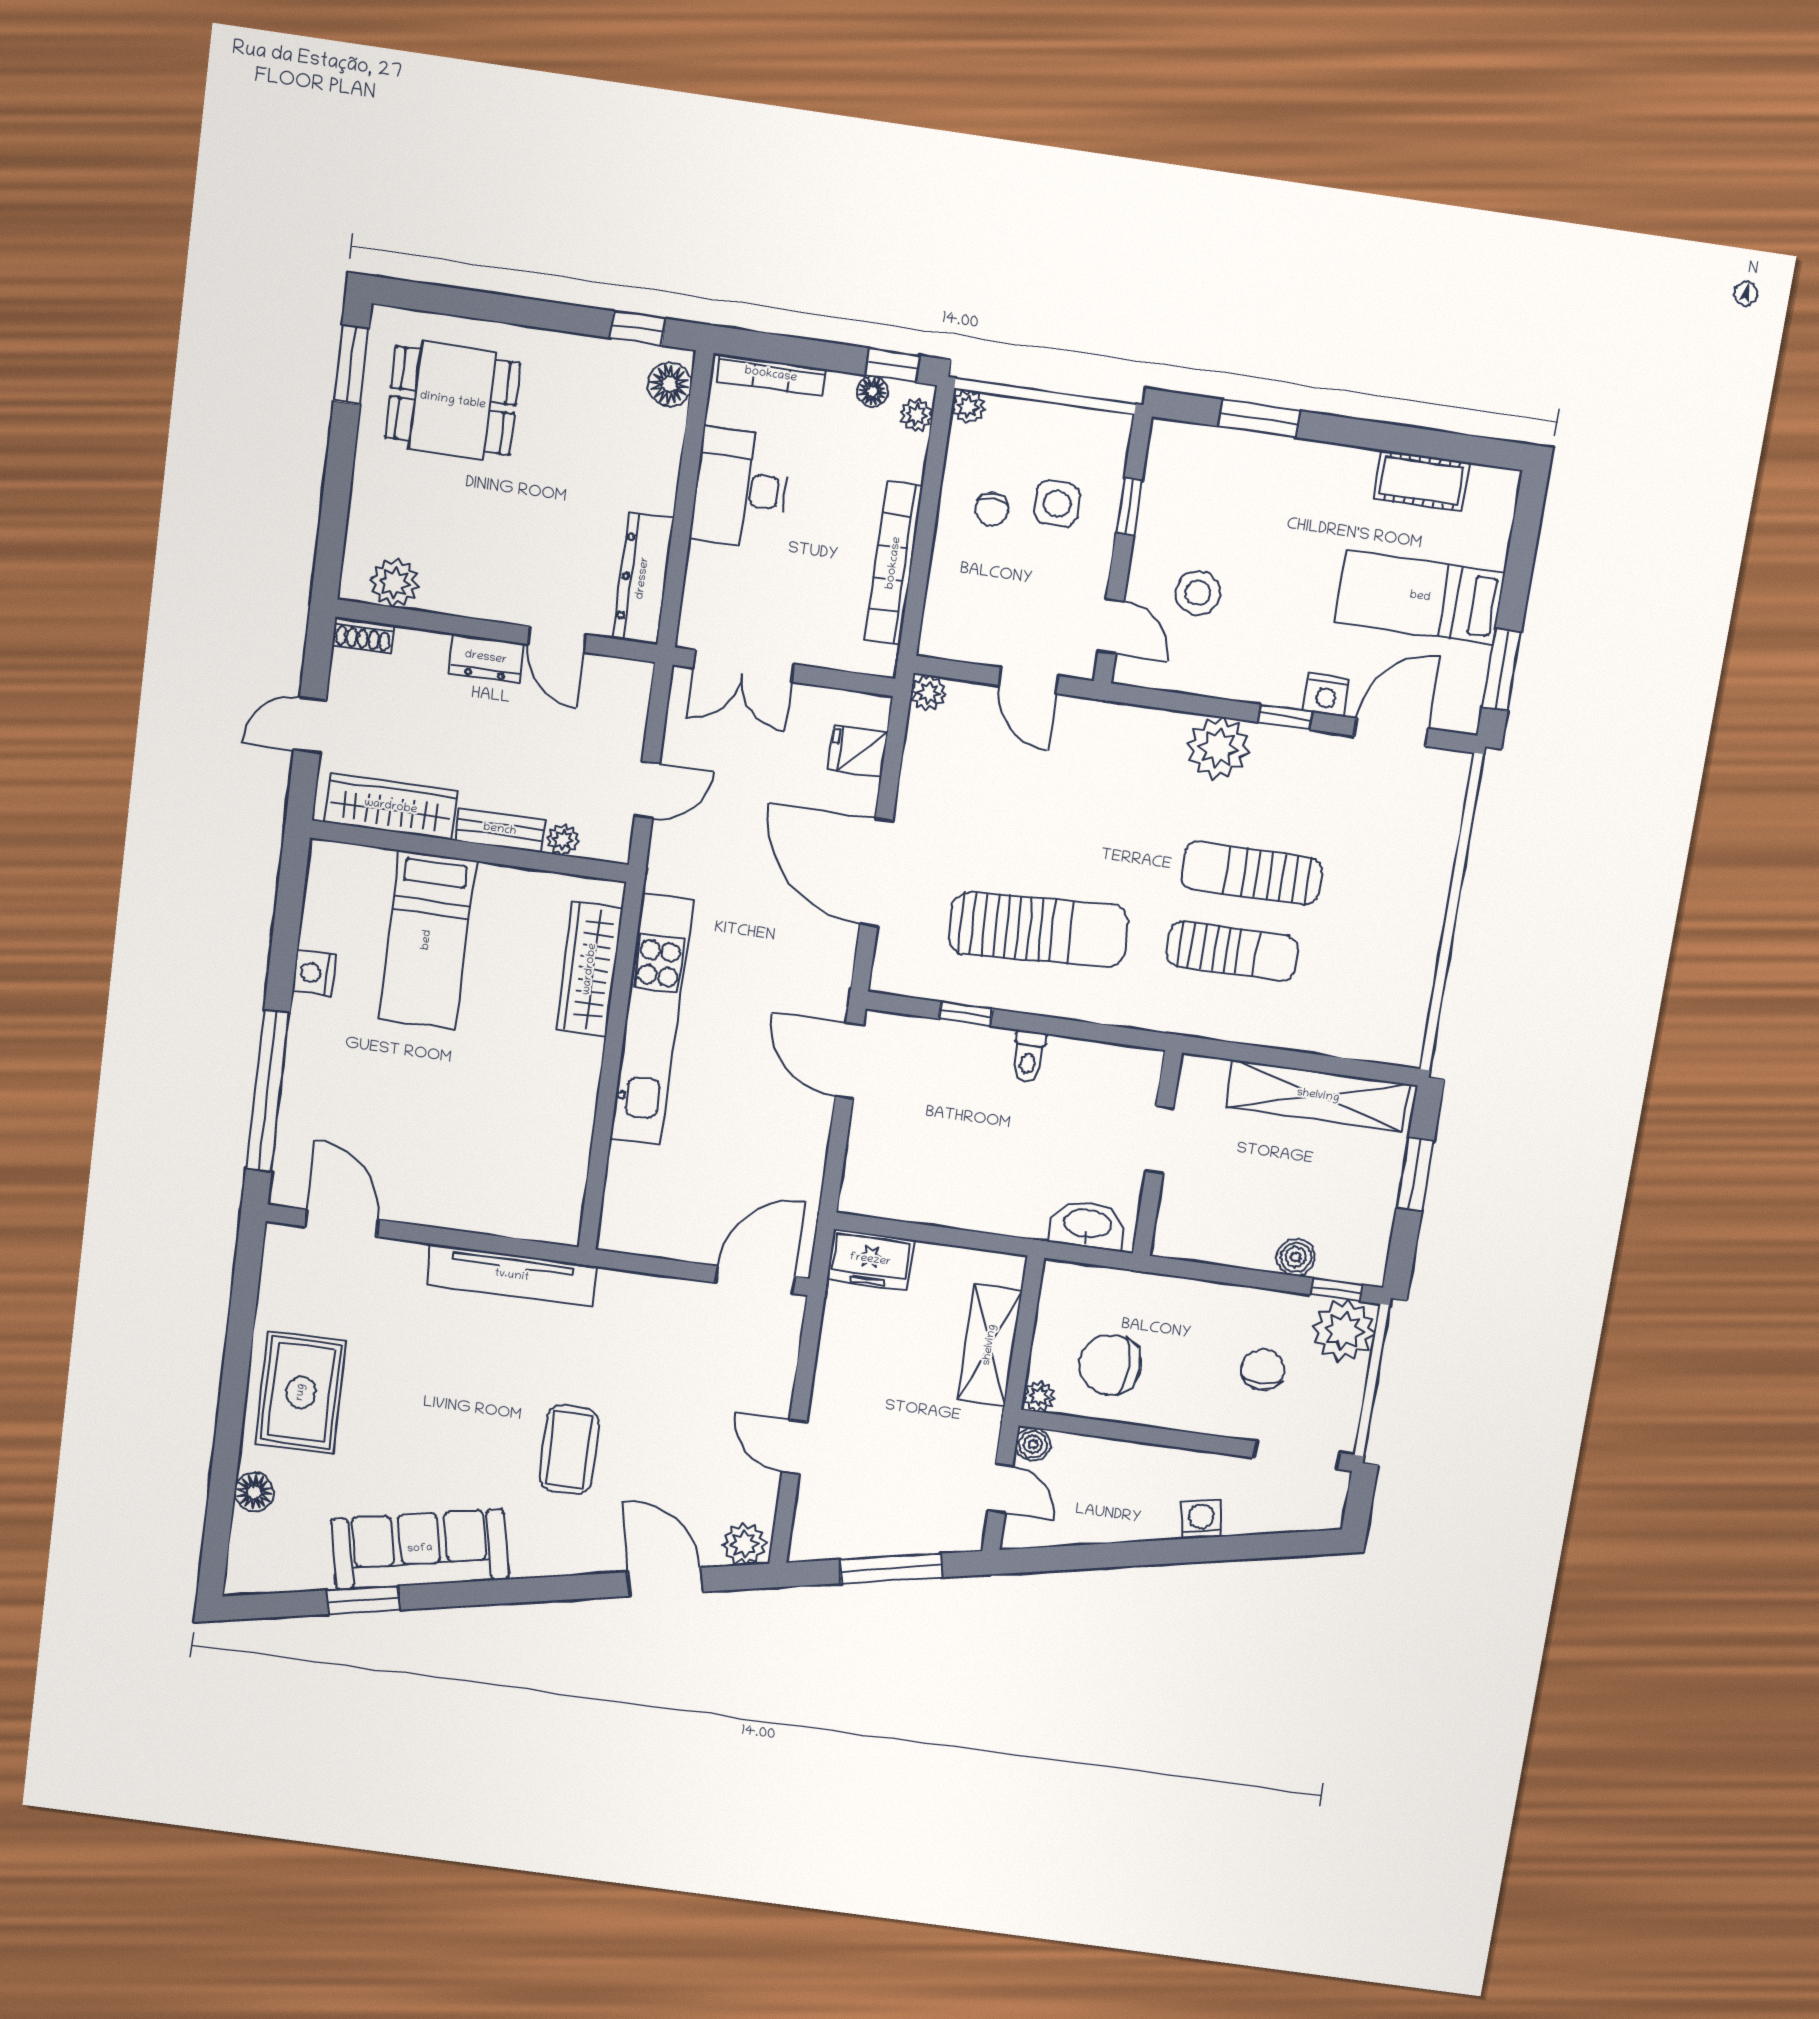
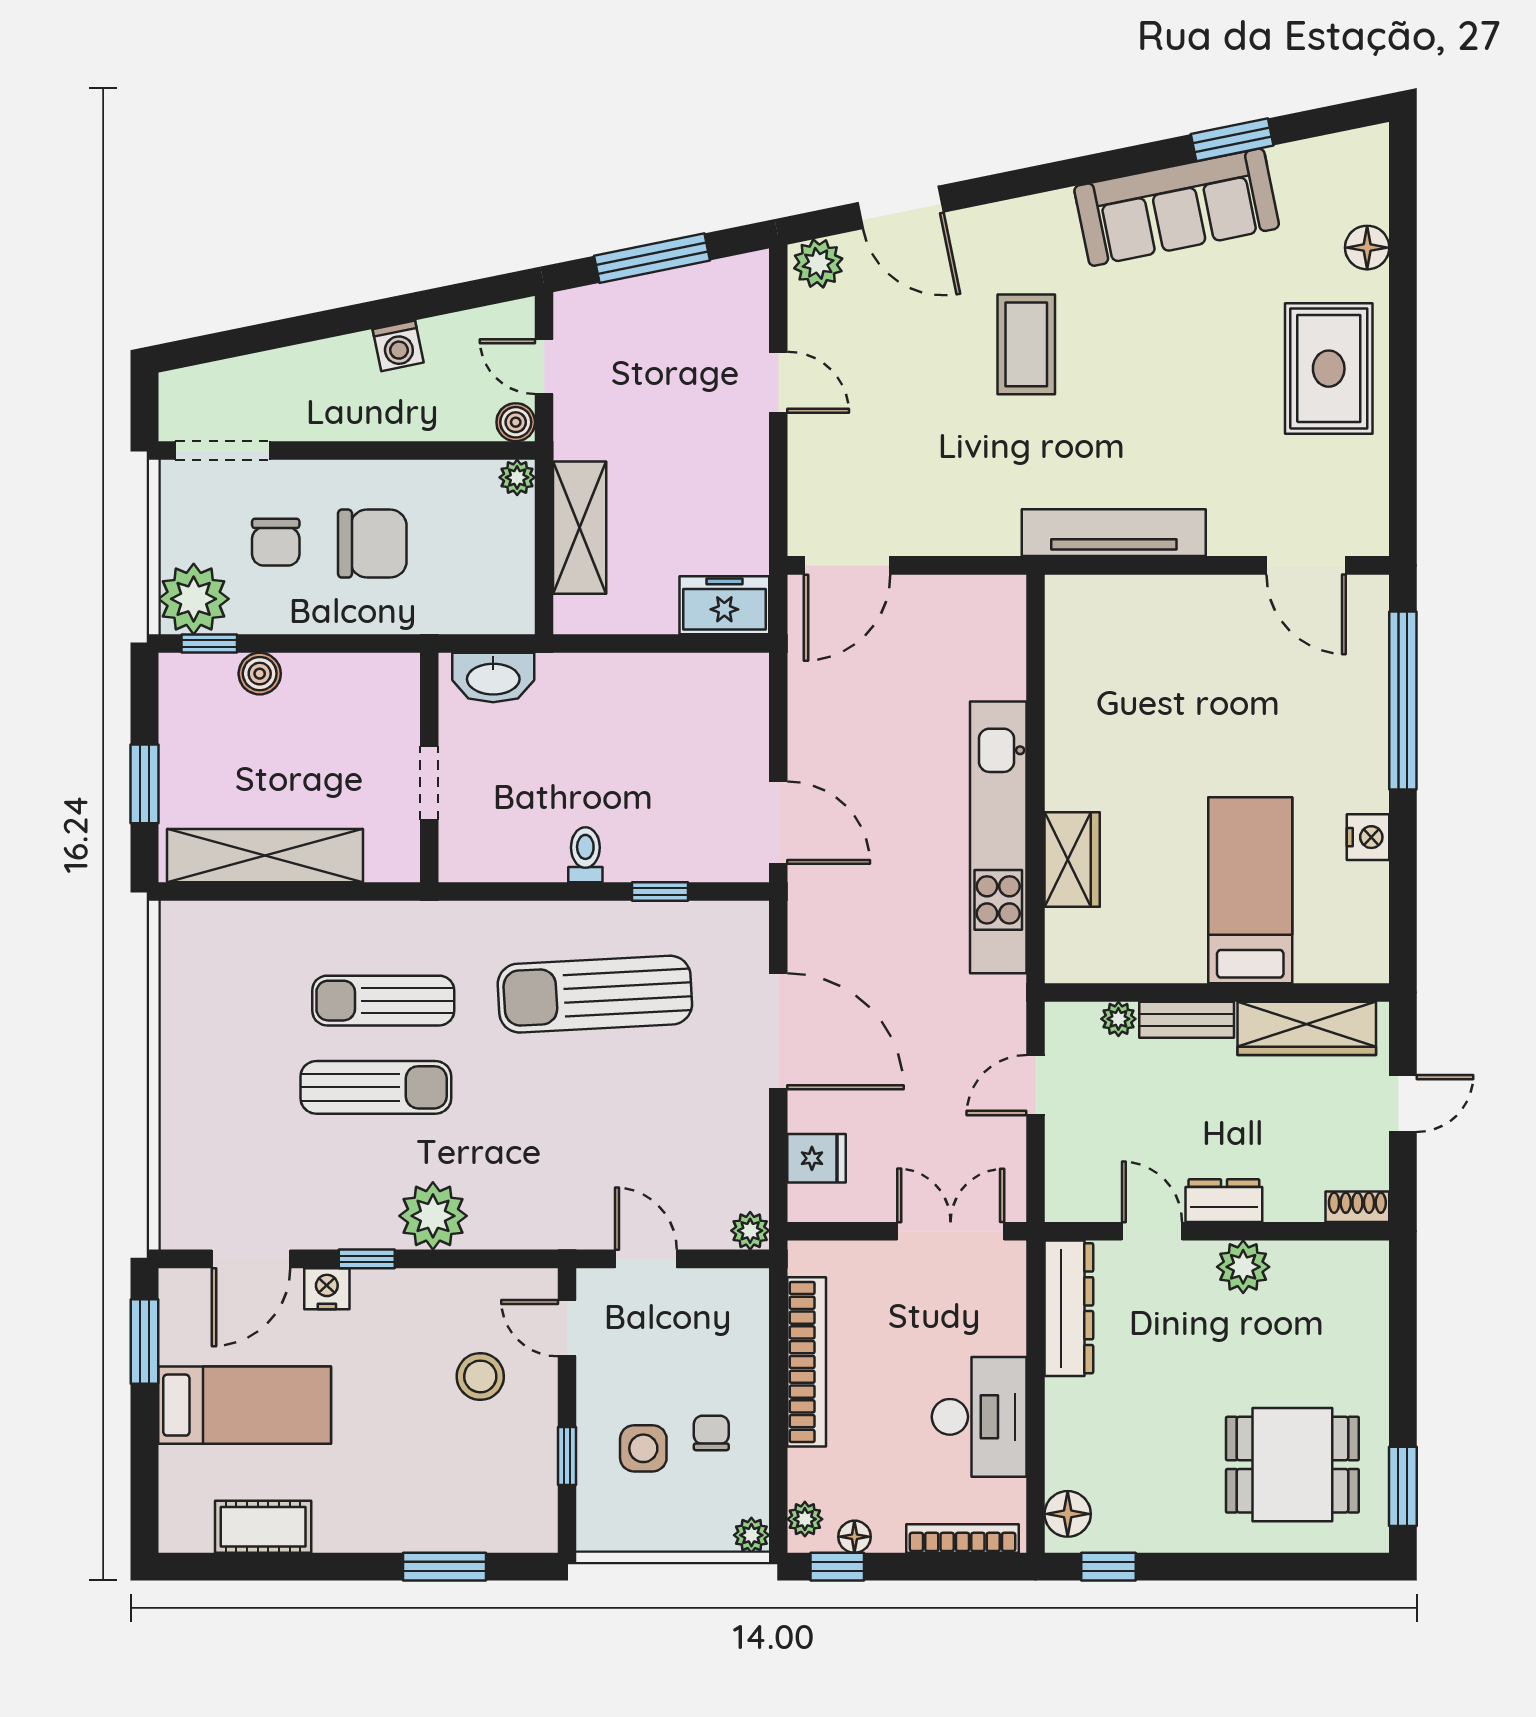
plant: (395, 583) -> (1243, 1267), moved
wardrobe: (590, 969) -> (1072, 860), width x0.67
chair: (1110, 1365) -> (372, 544), moved
washing machine: (1201, 1519) -> (398, 346), moved

